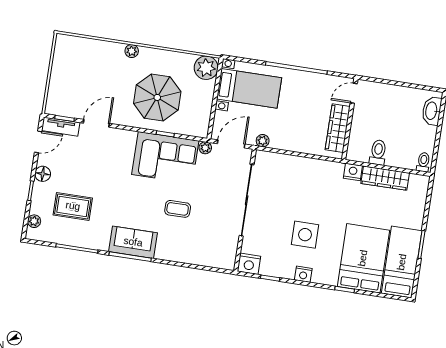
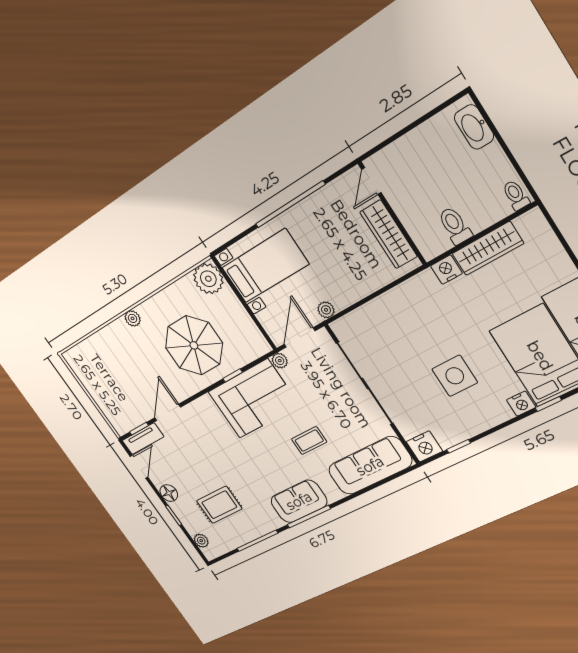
sofa: (203, 252) -> (370, 466), added
nightstand: (303, 274) -> (521, 404), moved

